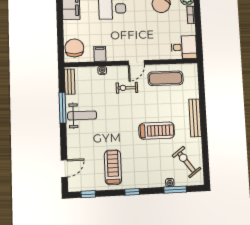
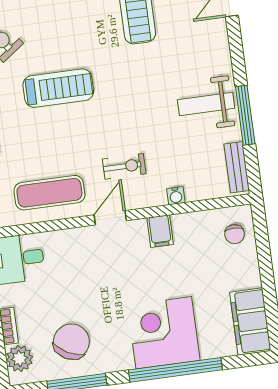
chair: (74, 48) -> (235, 234), width x0.54, depth x0.54
filing cabinet: (100, 54) -> (160, 231), moved
treadmill: (157, 131) -> (58, 88), turned 180

